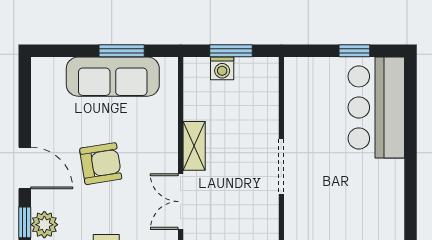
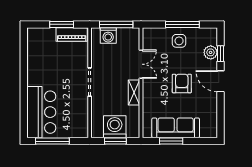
window: (354, 51) -> (52, 141), width x2.17
washing machine: (222, 68) -> (115, 127), width x1.89, depth x1.89
armchair: (101, 164) -> (182, 83), turned 99

